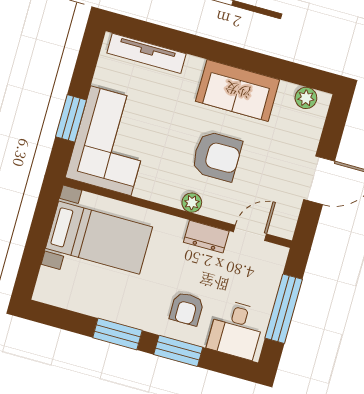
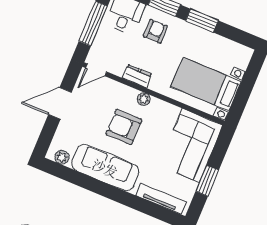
sofa: (238, 90) -> (105, 168), width x1.36
window: (71, 118) -> (207, 181), moved
door: (250, 233) -> (96, 70), moved

